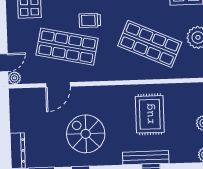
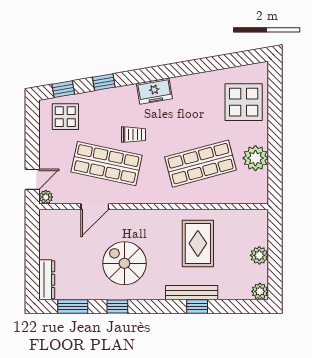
trolley: (90, 20) -> (133, 135), turned 180
shop shelf: (150, 44) -> (201, 164), turned -39

